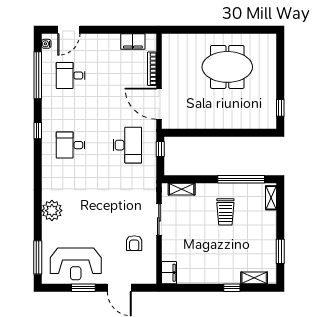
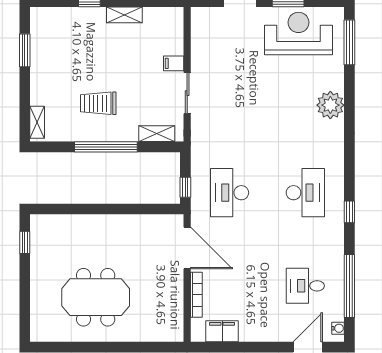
desk: (71, 75) -> (305, 286), turned 180
desk: (71, 145) -> (305, 193), width x1.37
window: (241, 179) -> (106, 147), moved
trolley: (225, 212) -> (98, 103), turned -90
armchair: (134, 243) -> (220, 61), removed
filing cabinet: (169, 273) -> (174, 63), moved, width x0.50
shelving: (254, 278) -> (124, 15), moved

